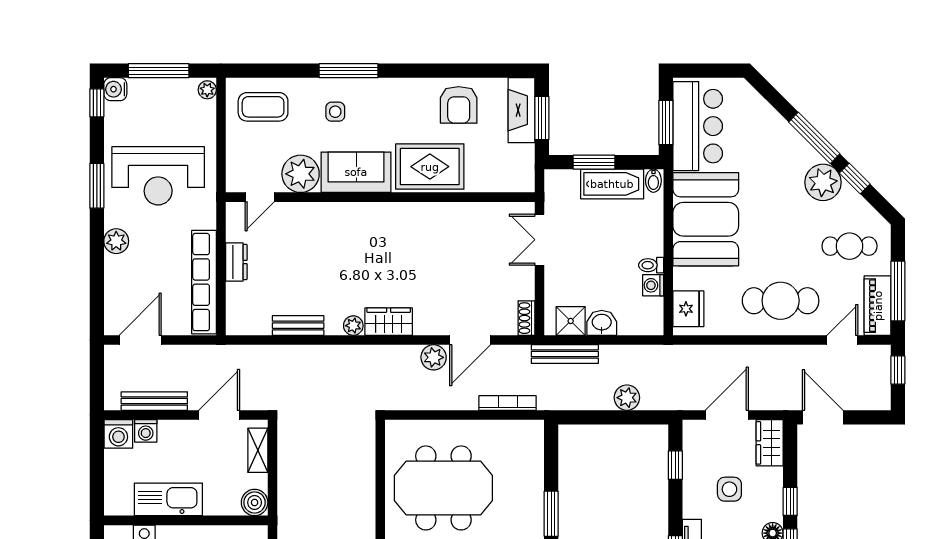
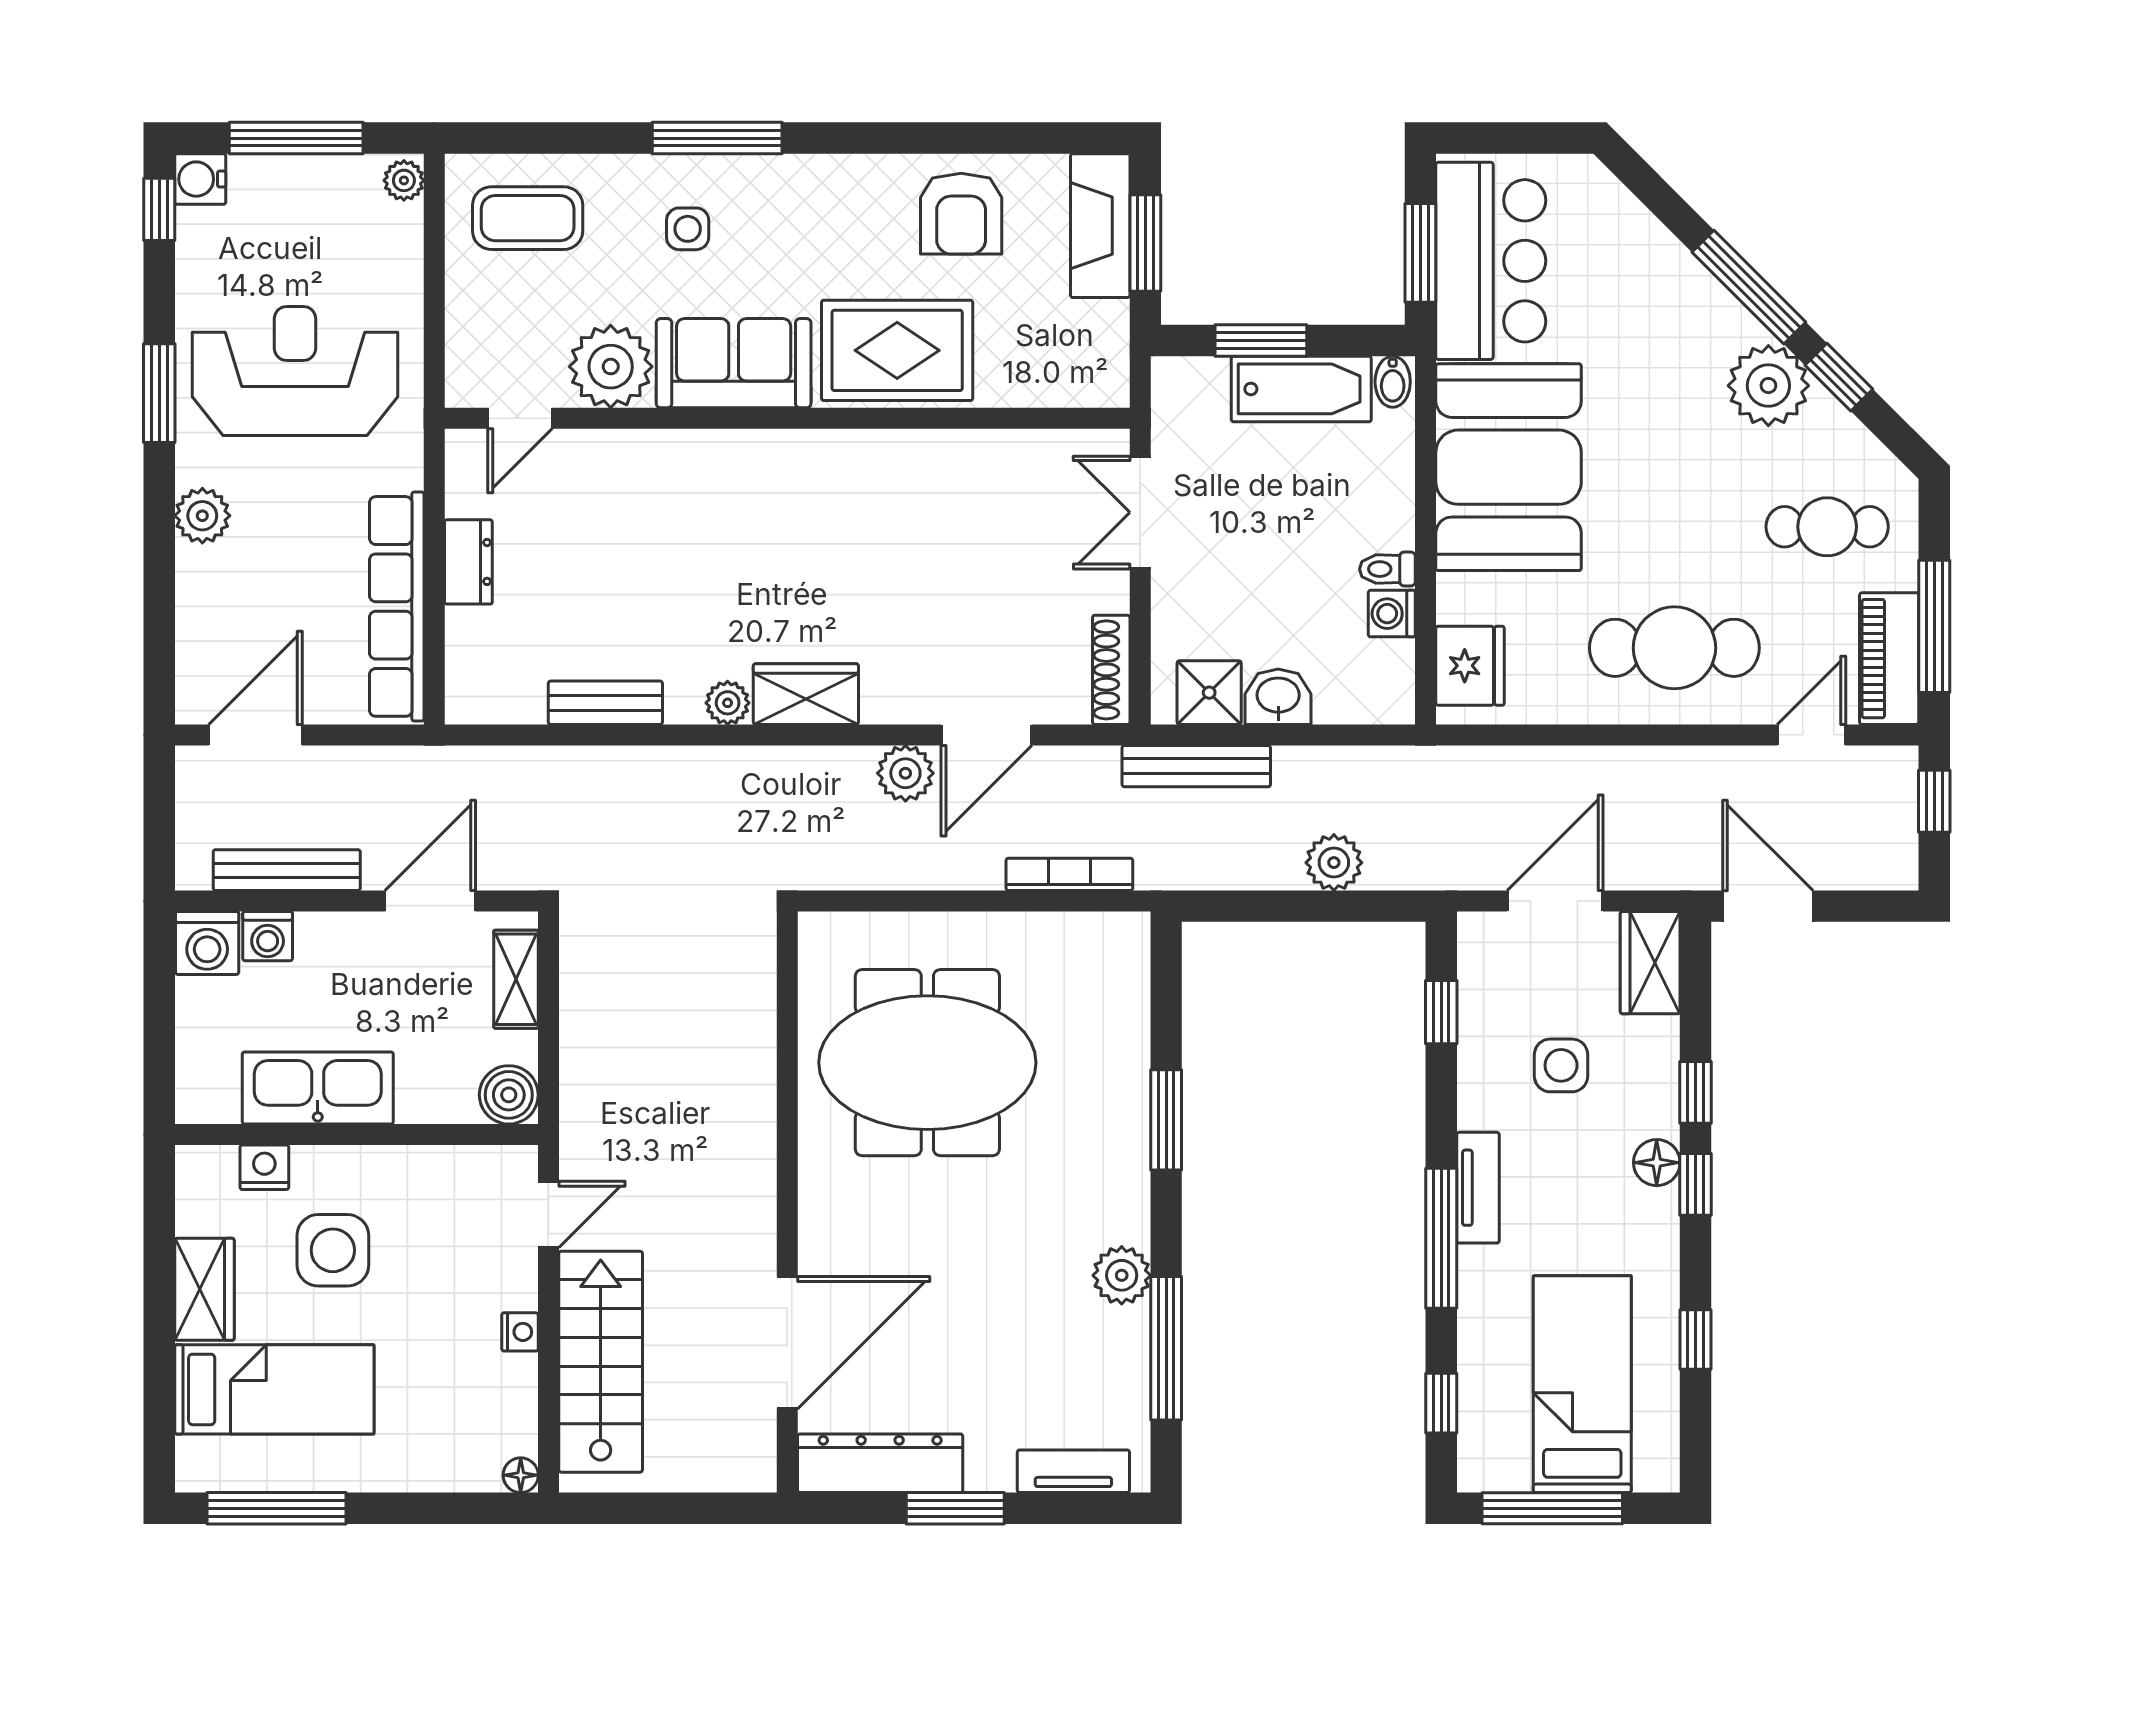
reception desk: (158, 176) -> (295, 371), turned 180
shoe rack: (526, 318) -> (1111, 670), width x1.43

